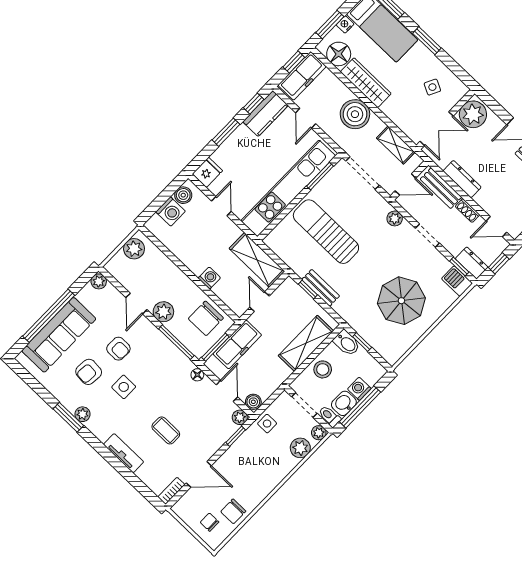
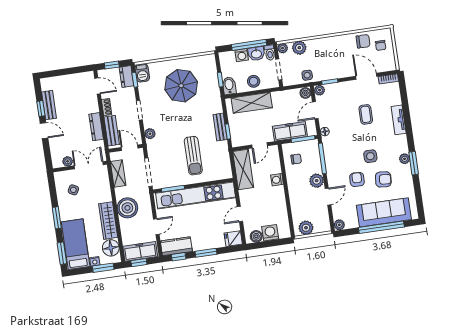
plant: (473, 114) -> (68, 161), width x0.53, depth x0.53
sun lounger: (326, 232) -> (193, 156), width x0.73, depth x0.75
chair: (206, 318) -> (296, 159), width x0.54, depth x0.54

